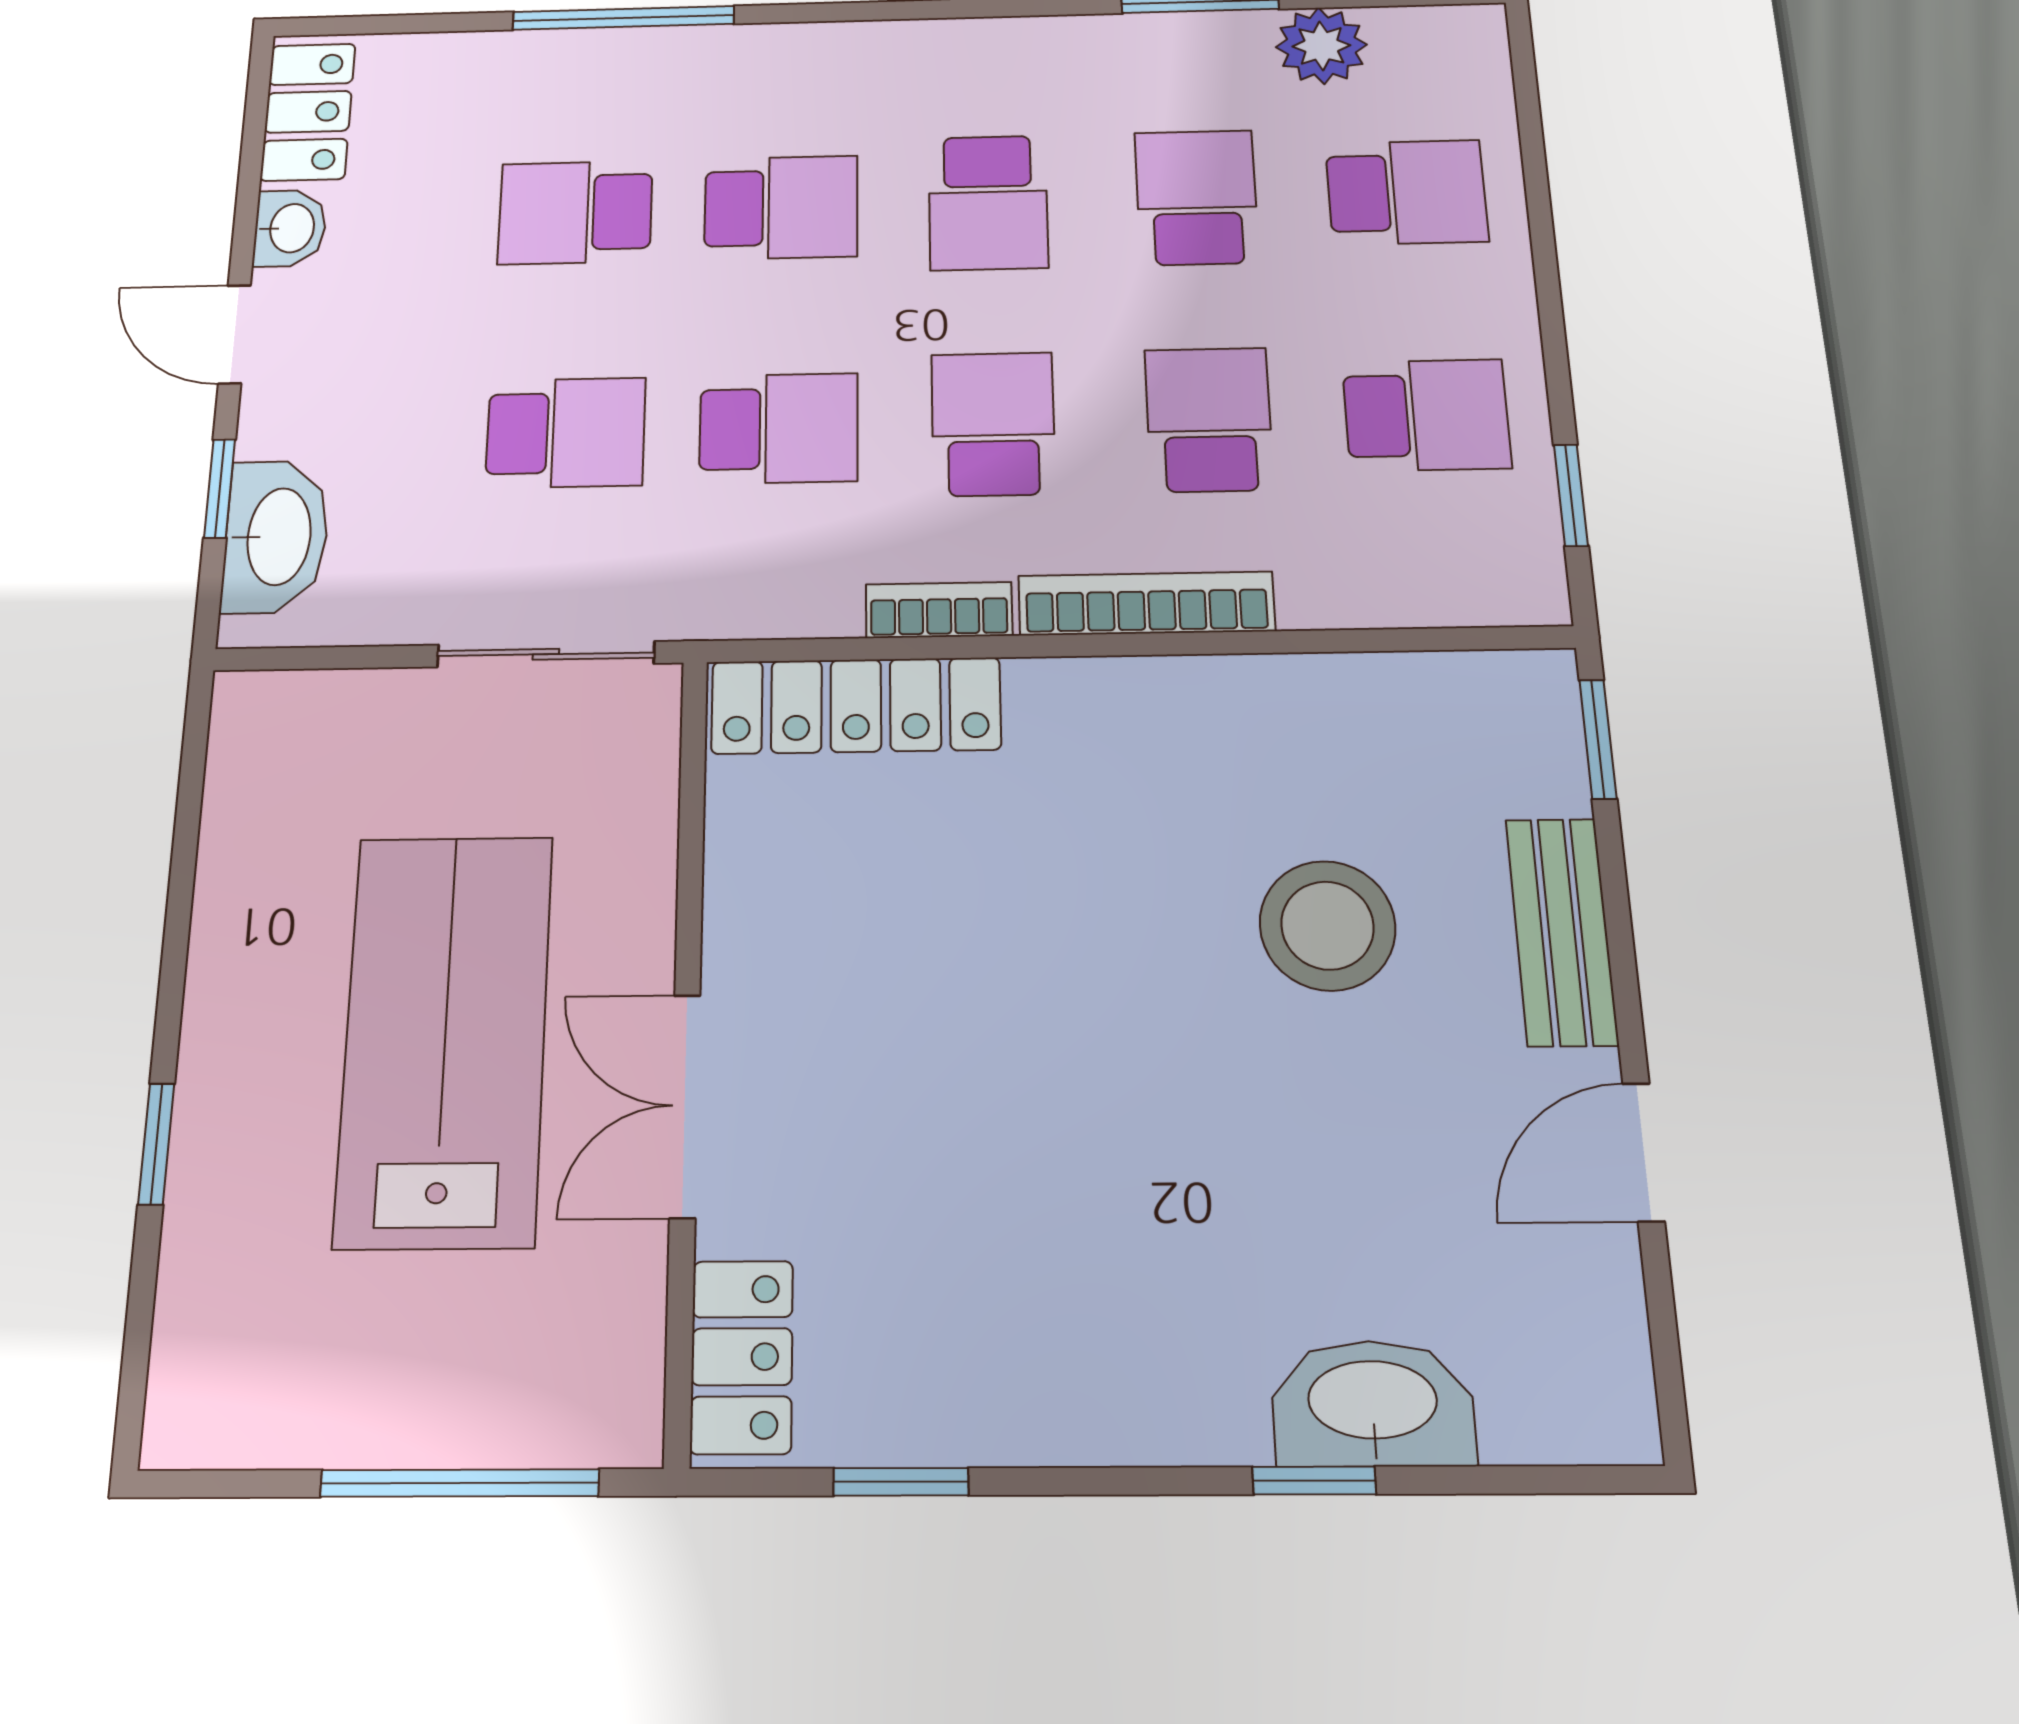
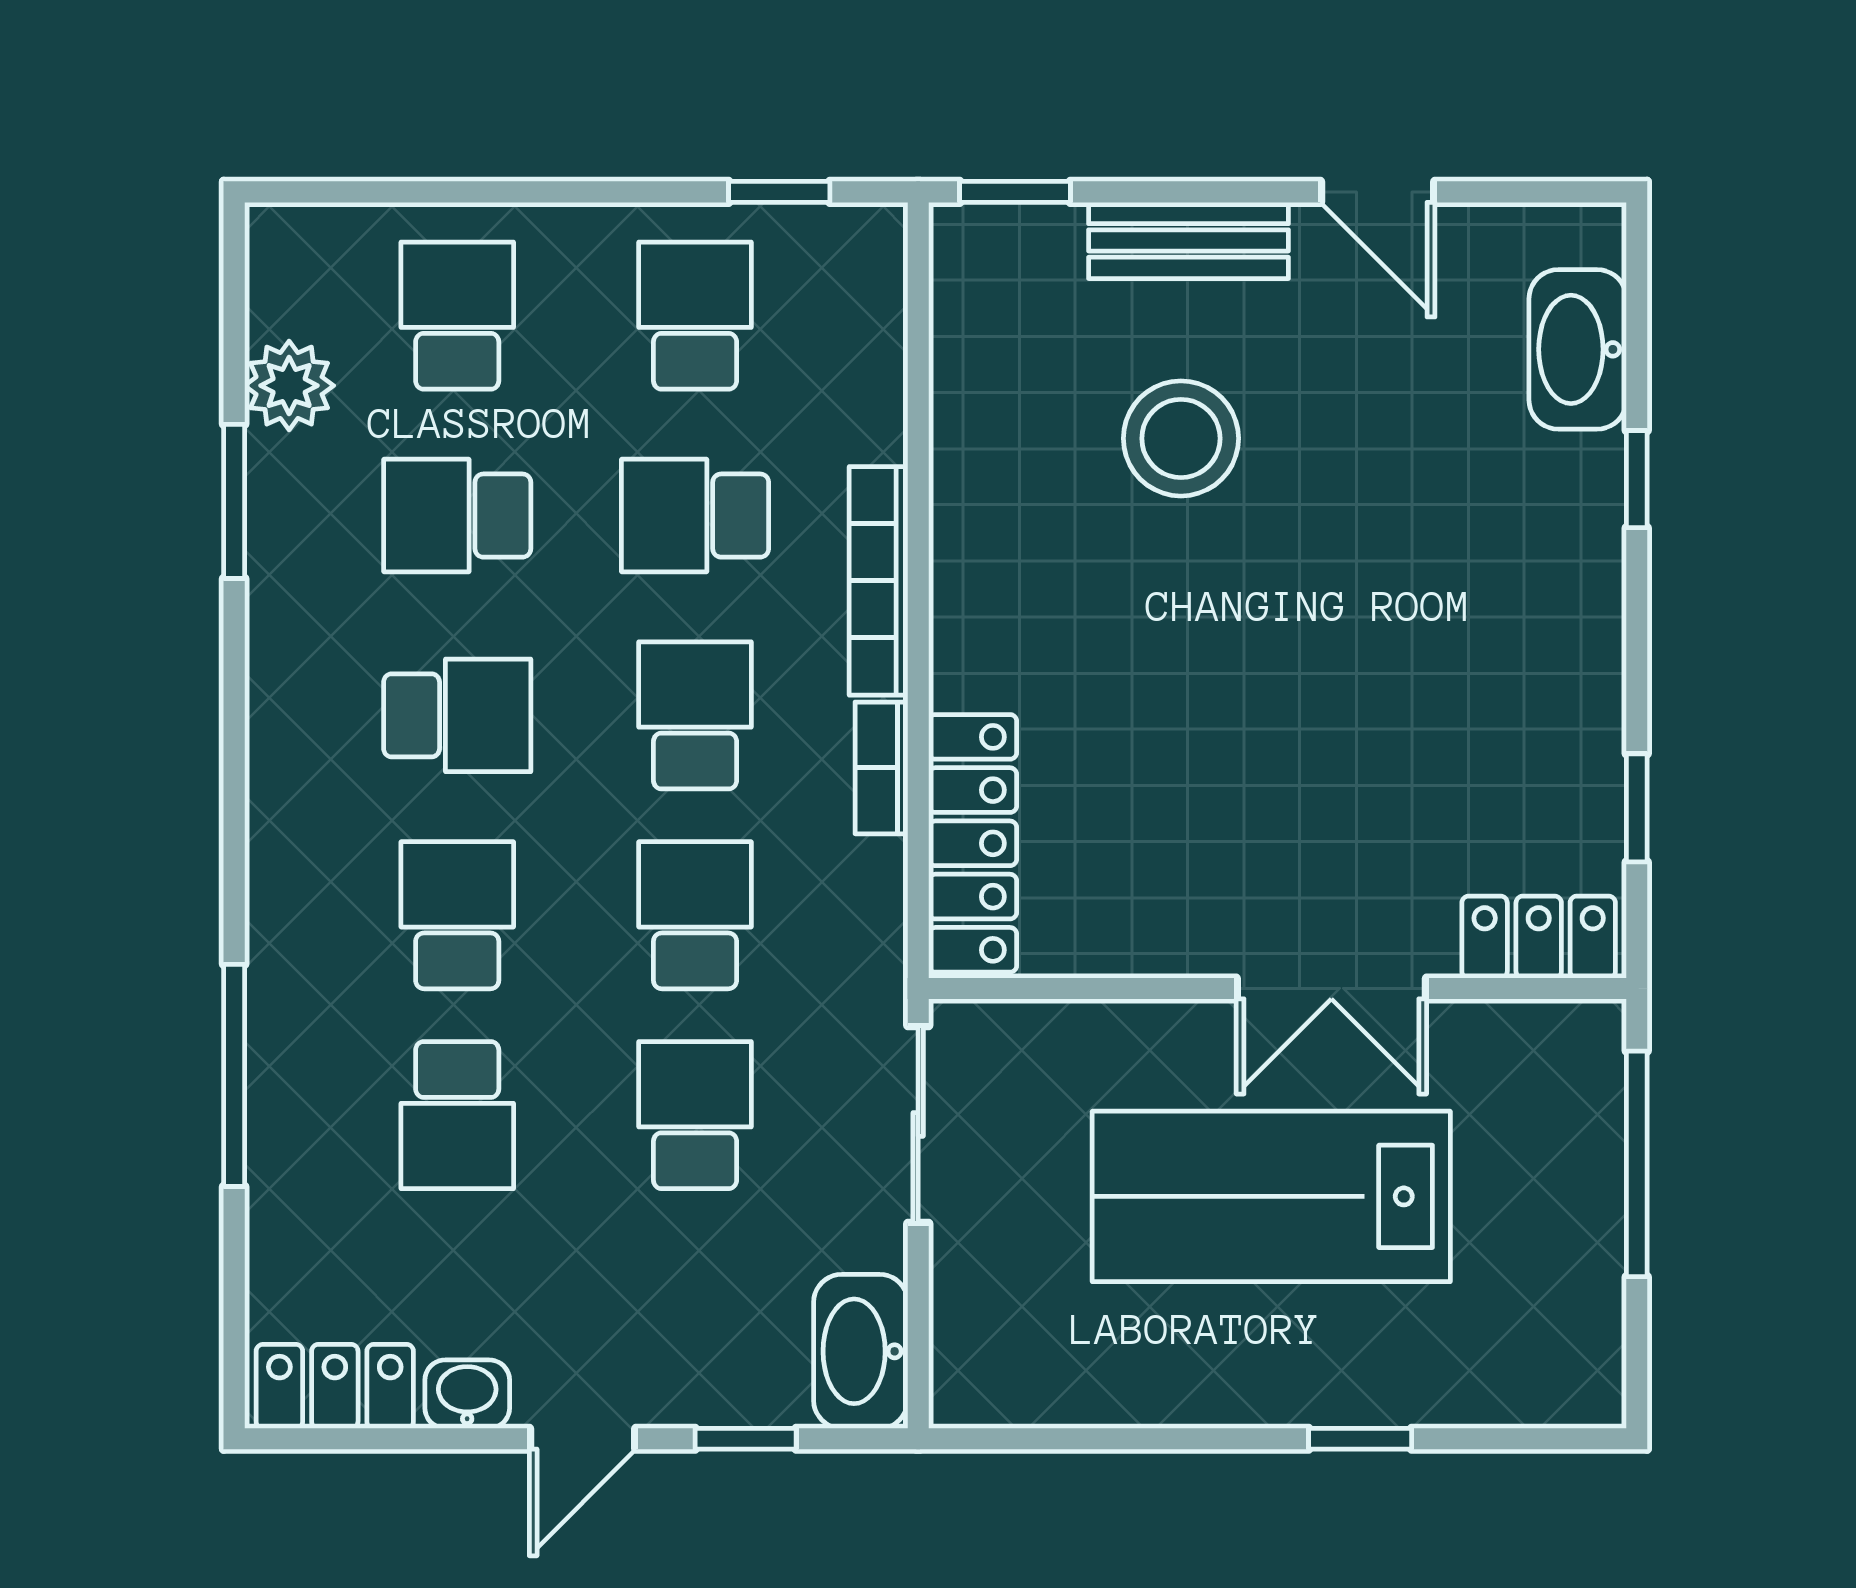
school desk: (993, 424) -> (695, 715), turned 90
washbasin: (276, 537) -> (861, 1351), moved, turned -90
washbasin: (1373, 1403) -> (1578, 349), moved

